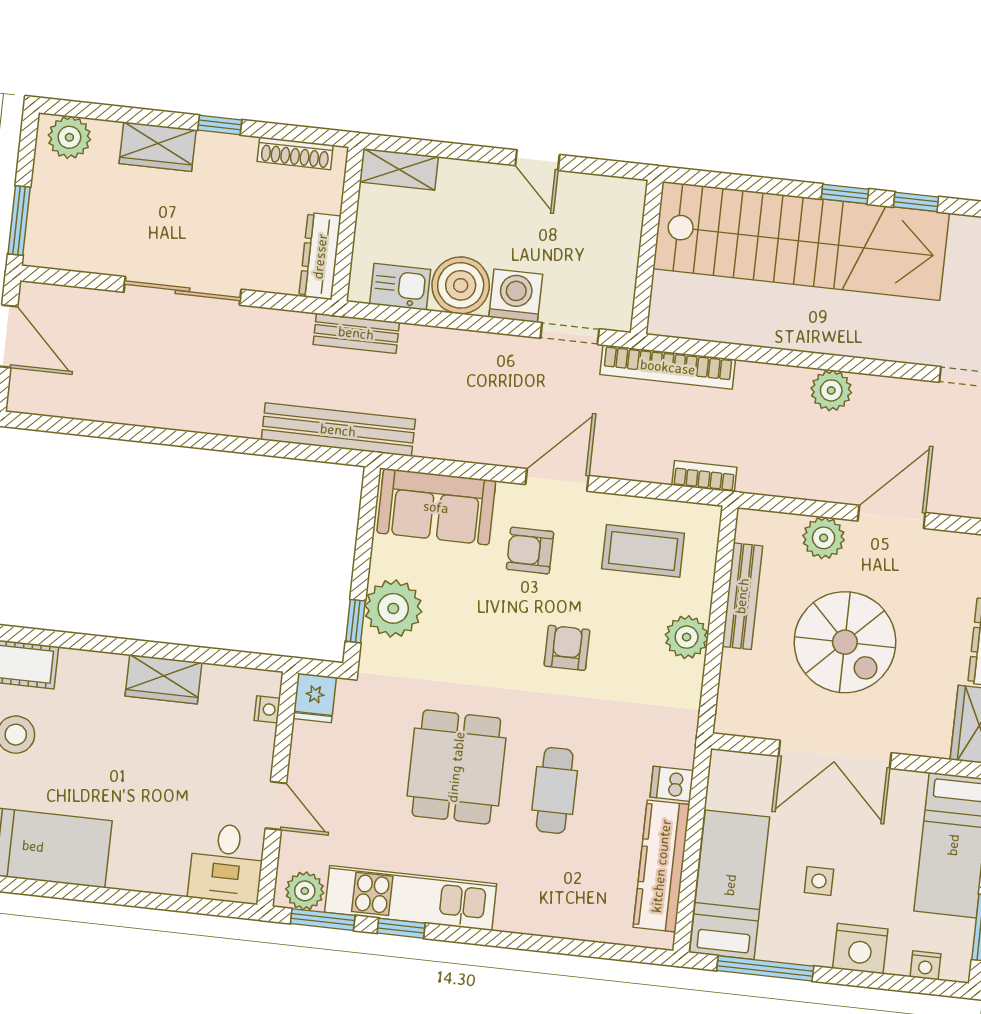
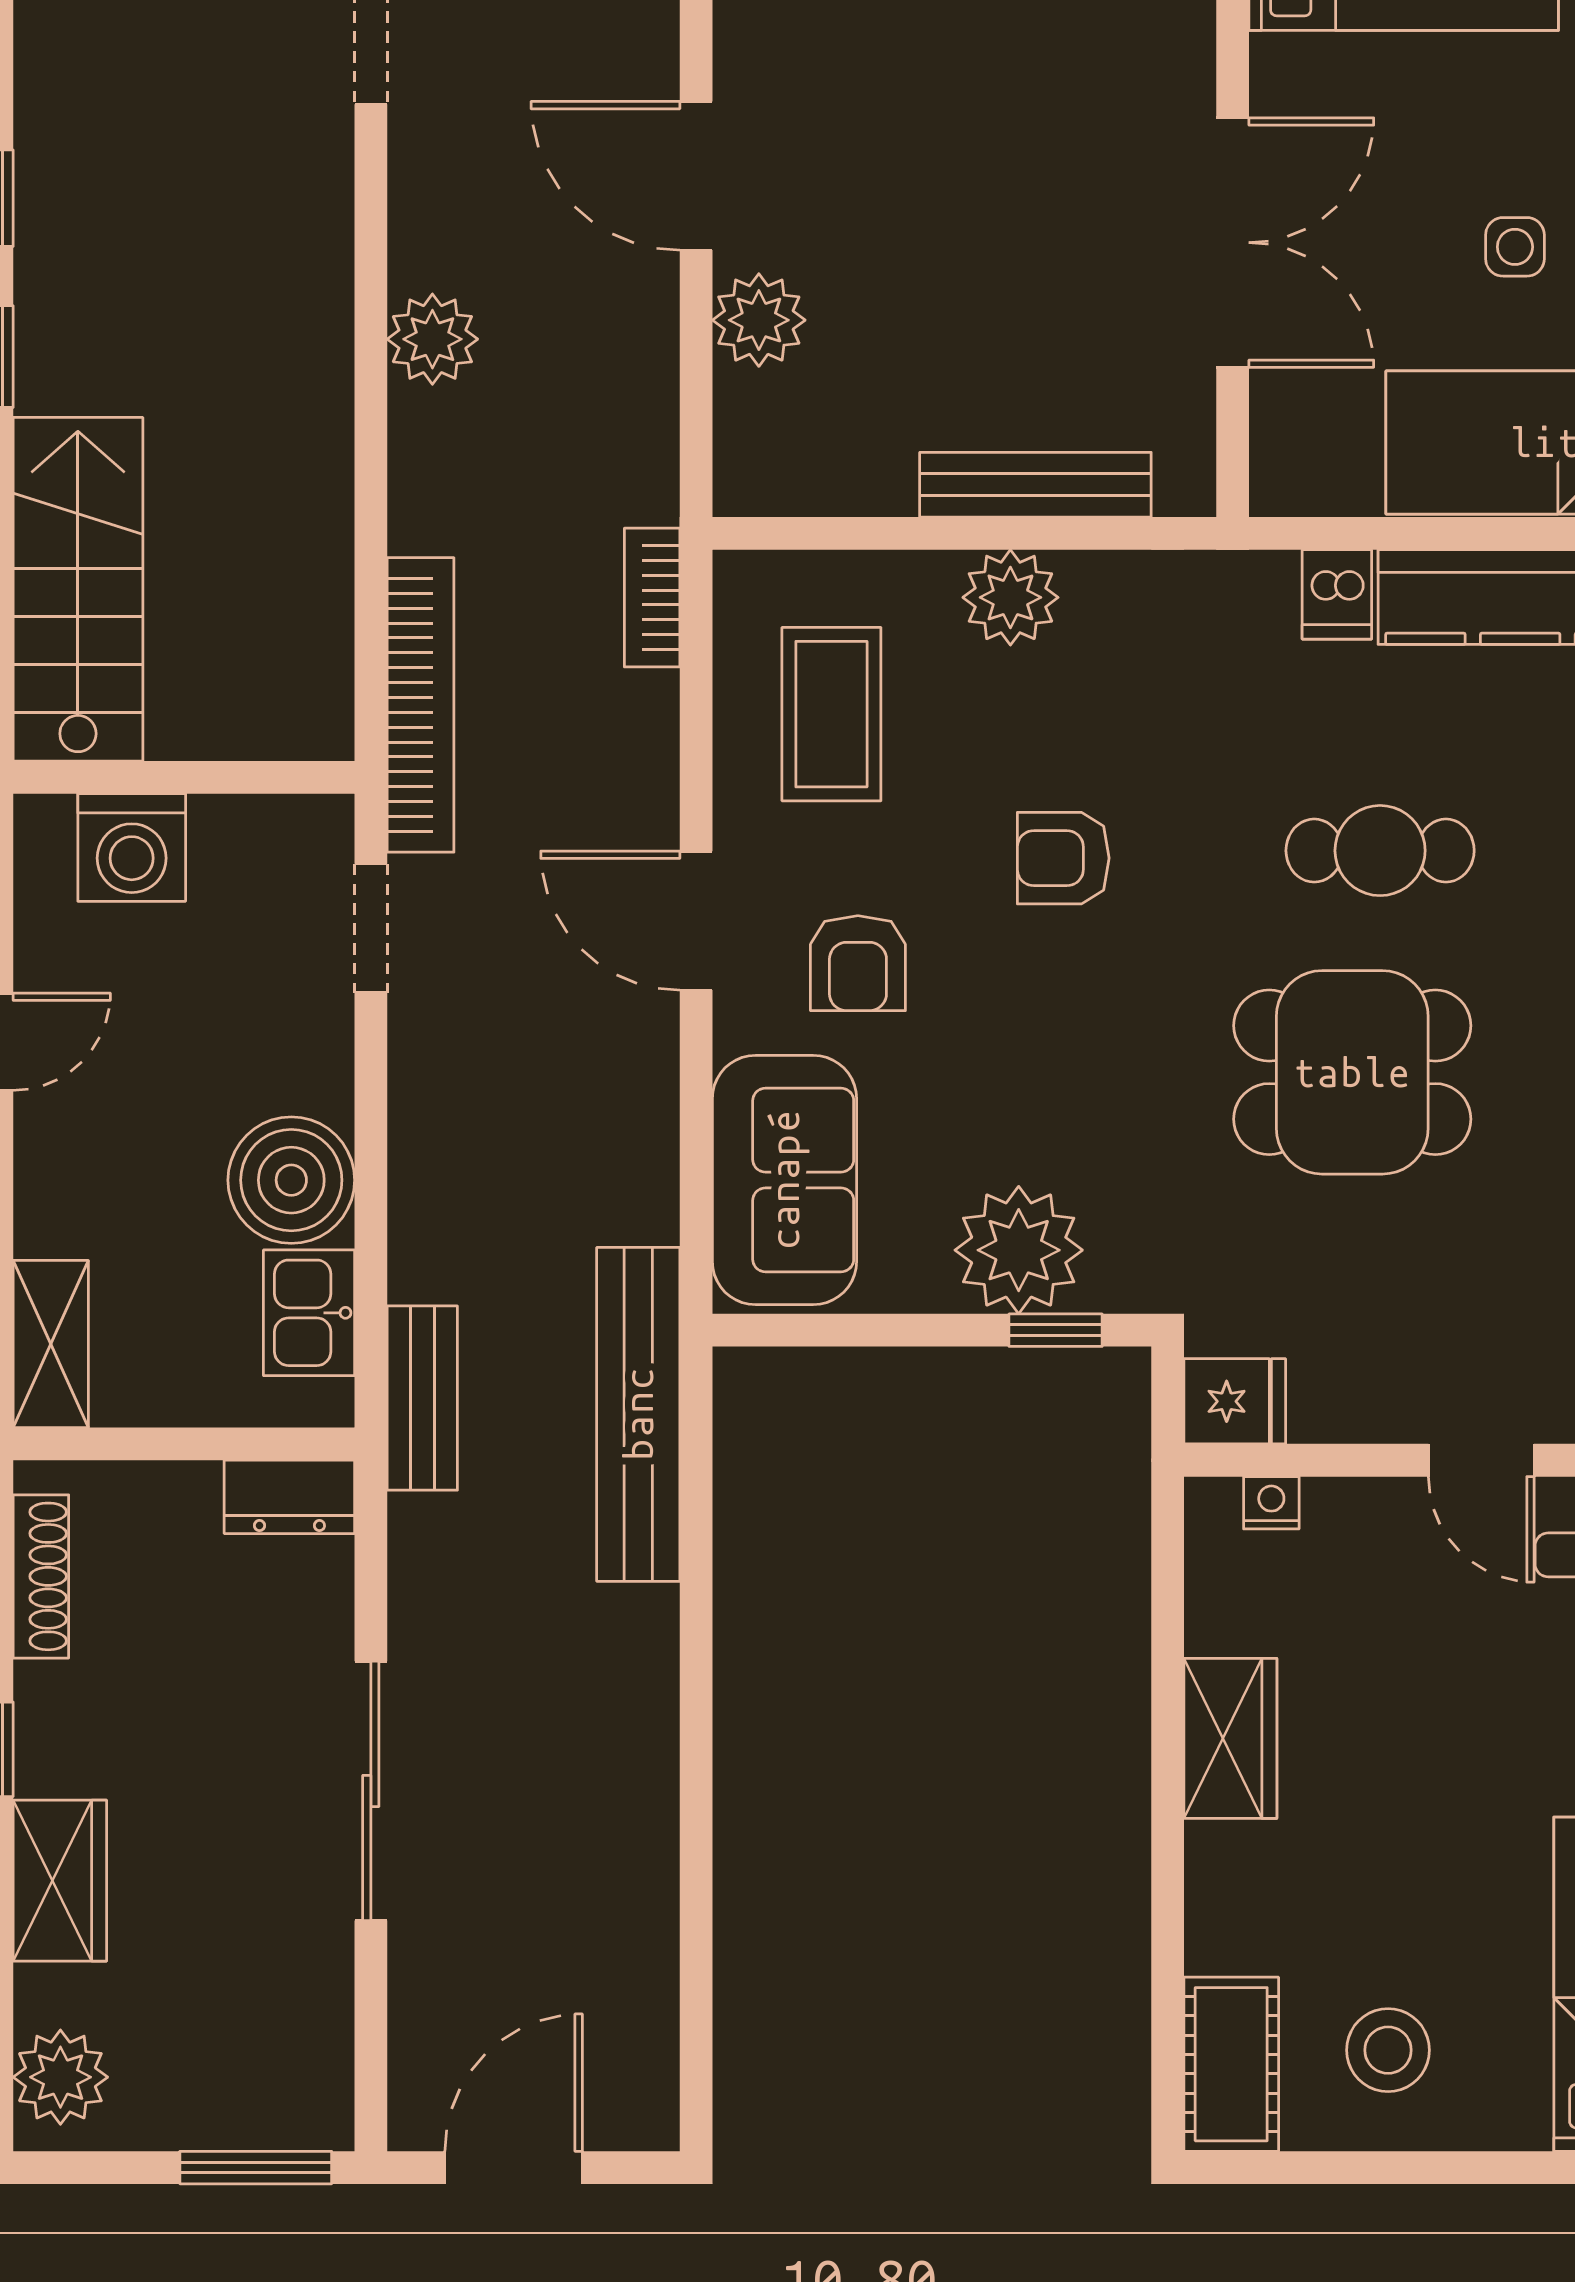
stairs: (801, 241) -> (78, 589), width x0.54, depth x0.66
dresser: (320, 256) -> (289, 1497), width x0.70
washing machine: (516, 296) -> (132, 847), moved, turned -90
bench: (742, 596) -> (1035, 485), moved
spiral stairs: (845, 642) -> (983, 248), removed
door: (276, 806) -> (1481, 1460), swing flipped

